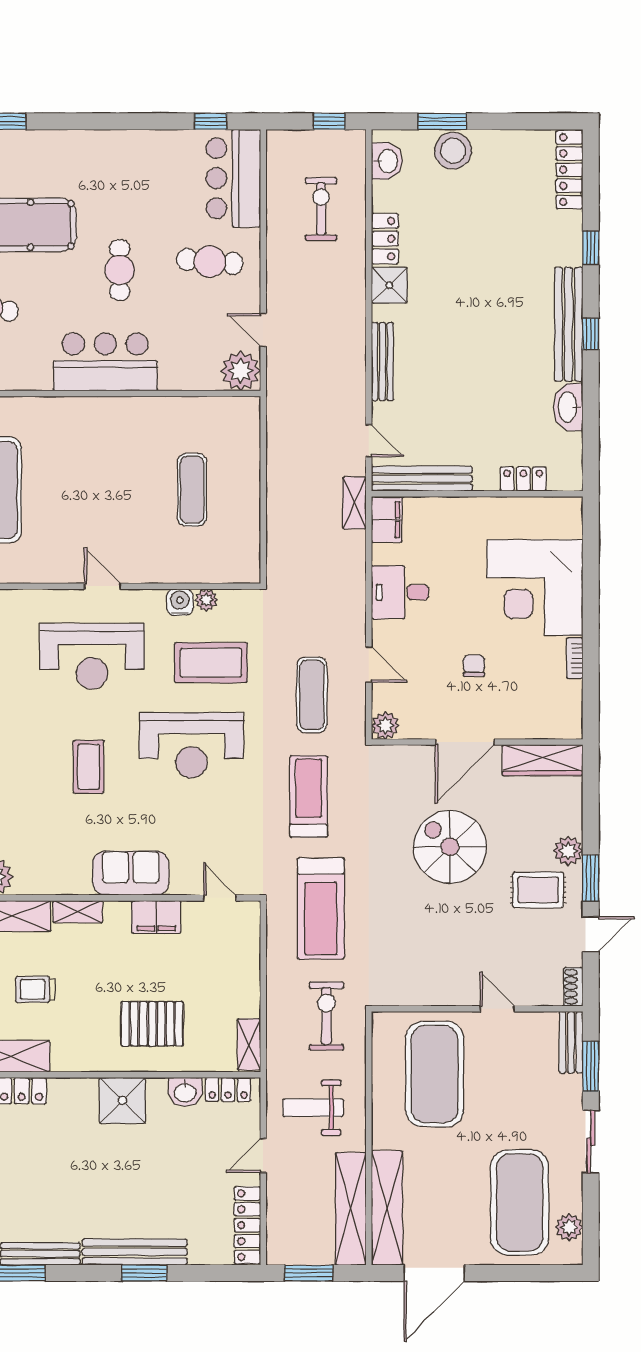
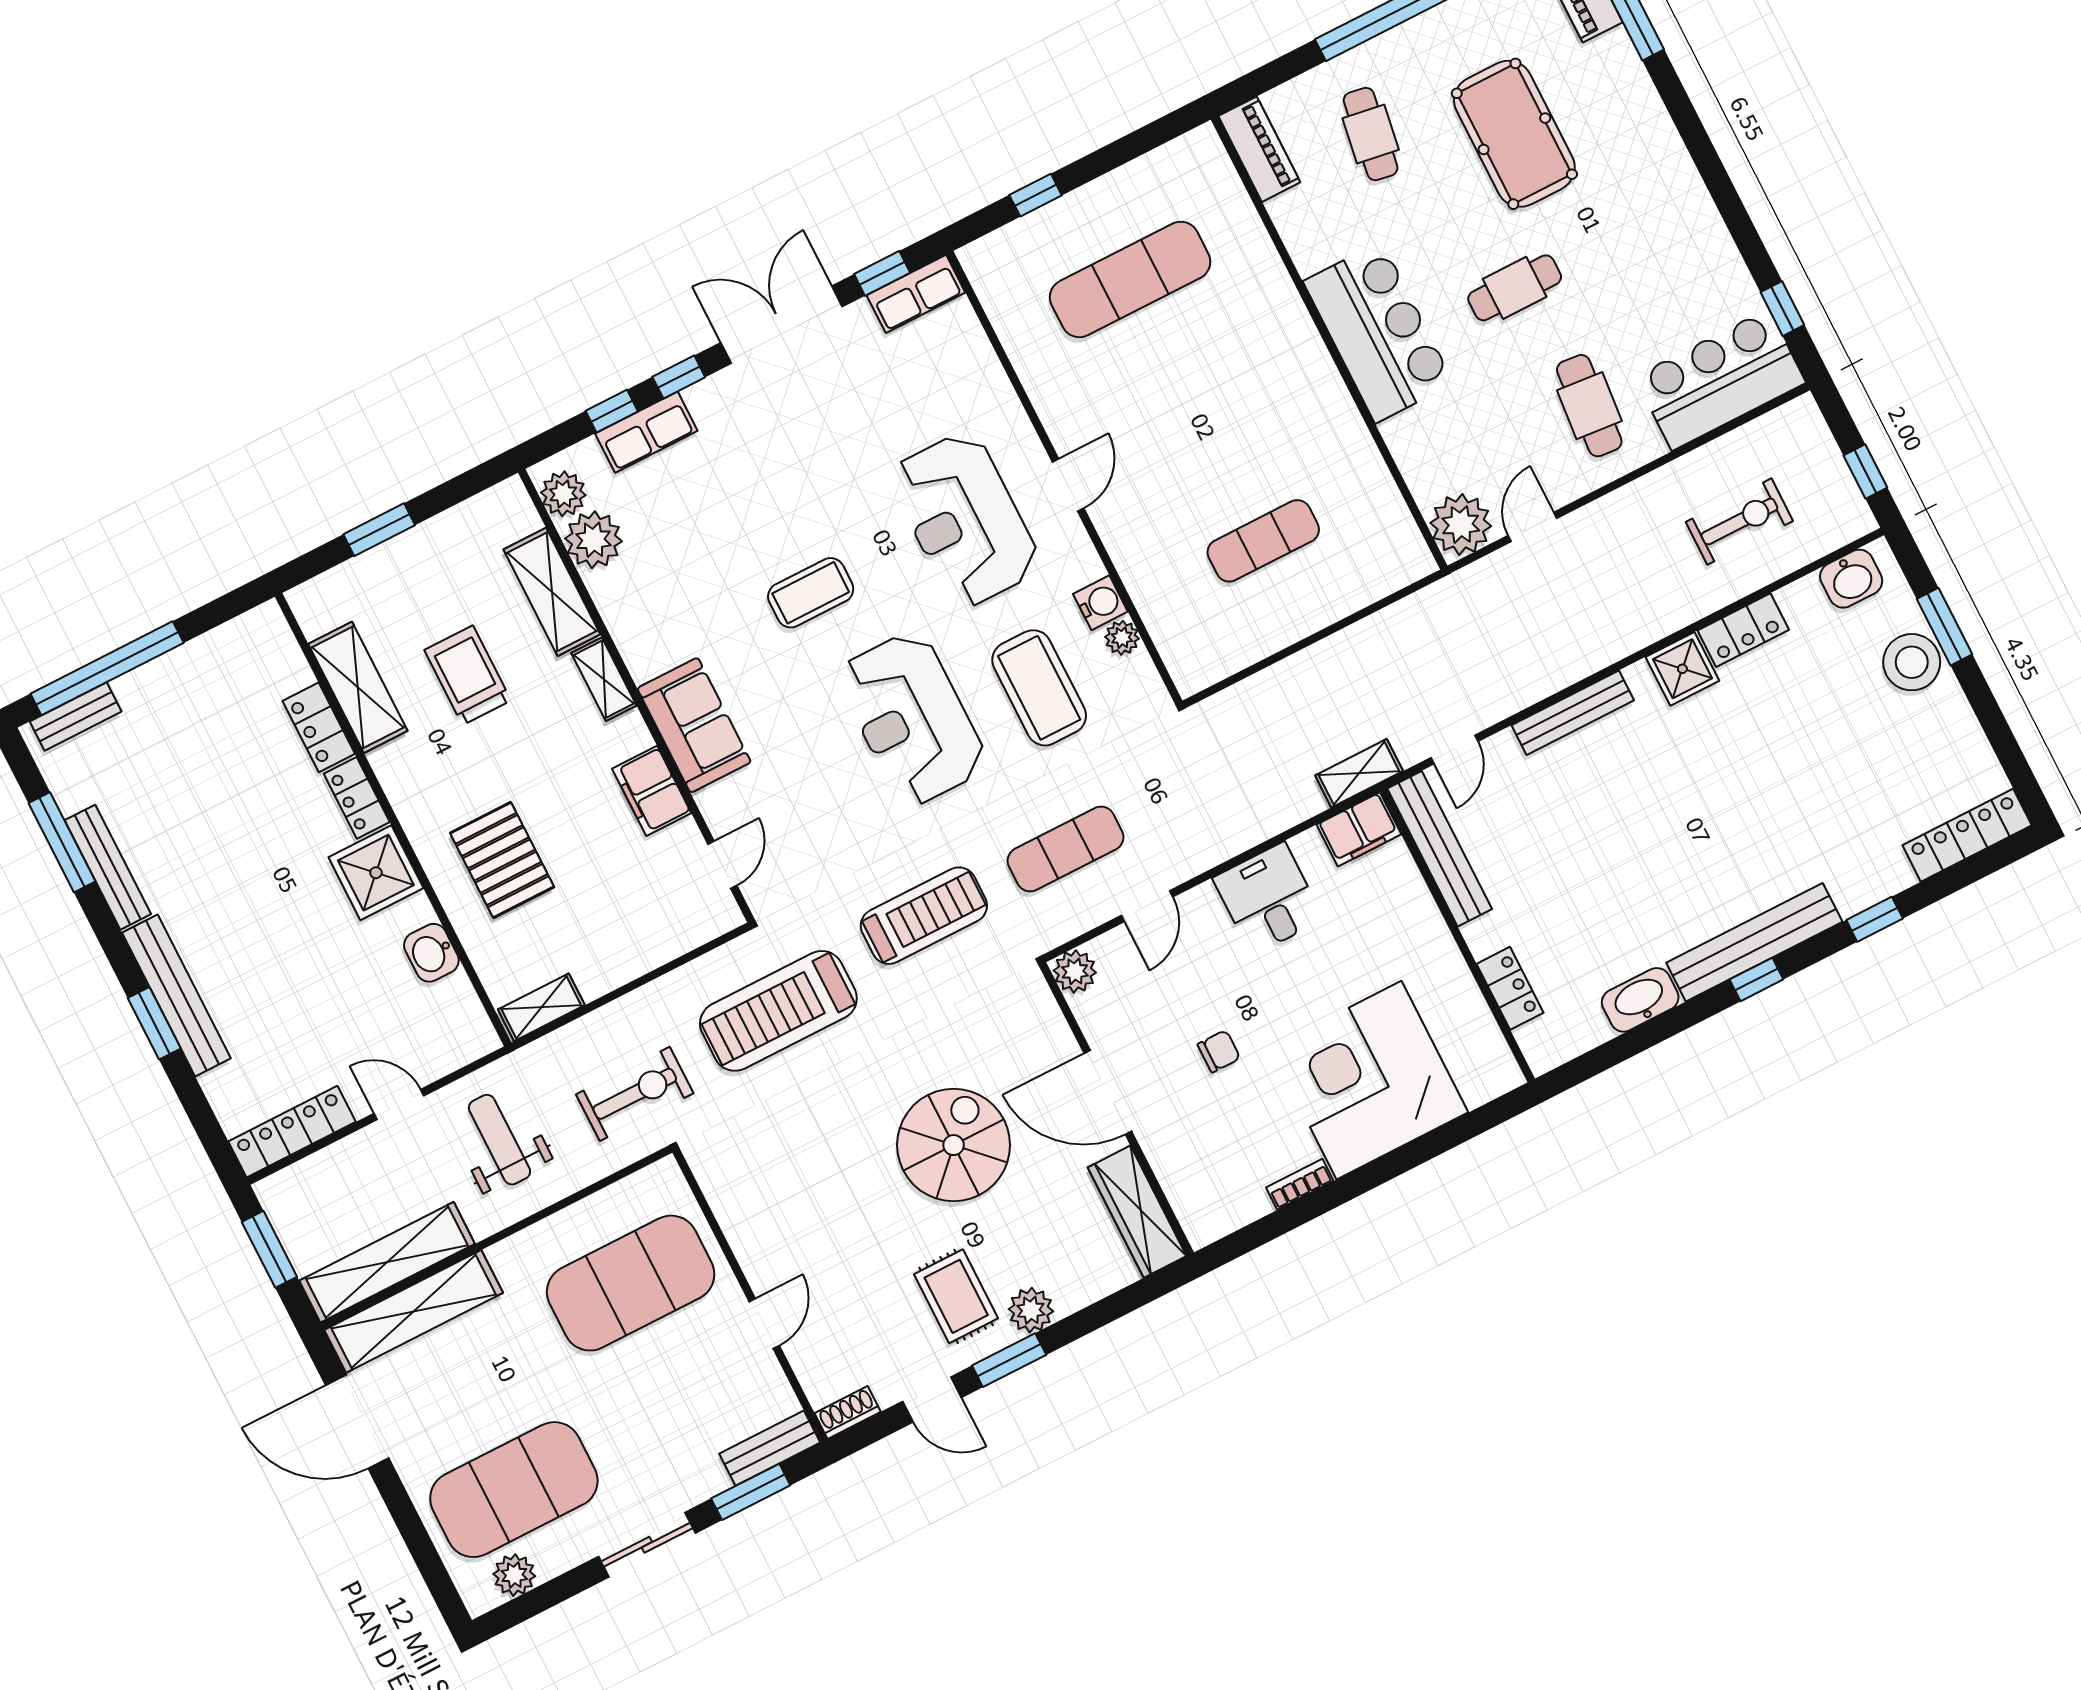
trolley: (35, 989) -> (468, 675), width x1.36, depth x1.39
locker: (228, 1090) -> (357, 798), moved

